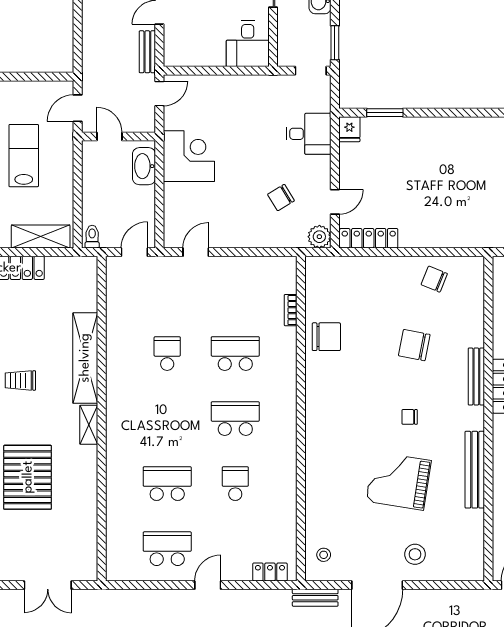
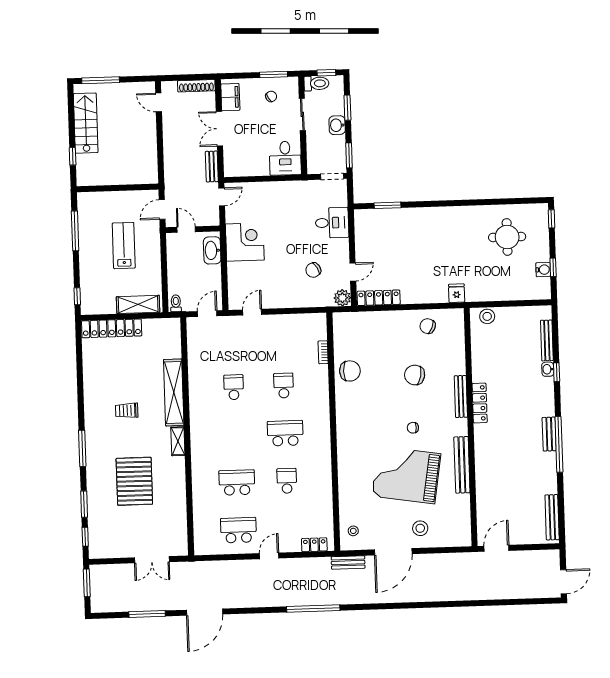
fridge: (349, 129) -> (457, 293), moved, turned 180
school desk: (235, 354) -> (284, 386), width x0.54
grand piano: (399, 481) -> (406, 475), width x1.37, depth x1.48

